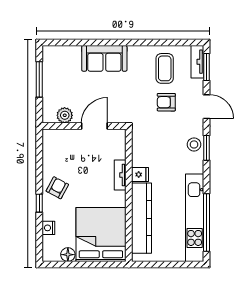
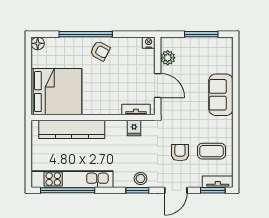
tv unit: (120, 175) -> (136, 109), moved
fridge: (140, 175) -> (134, 128), moved
window: (39, 203) -> (86, 34), width x3.17
nightstand: (48, 228) -> (149, 43), moved
floor lamp: (68, 255) -> (38, 43), moved

